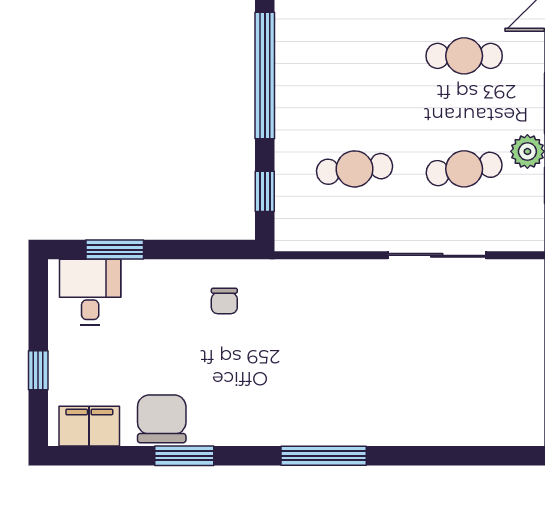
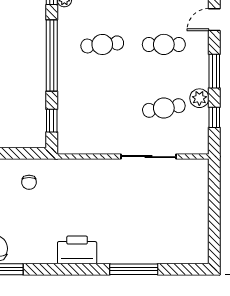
cafe table: (355, 169) -> (102, 44), moved
printer: (310, 421) -> (77, 250), added
window: (324, 456) -> (134, 269), moved

